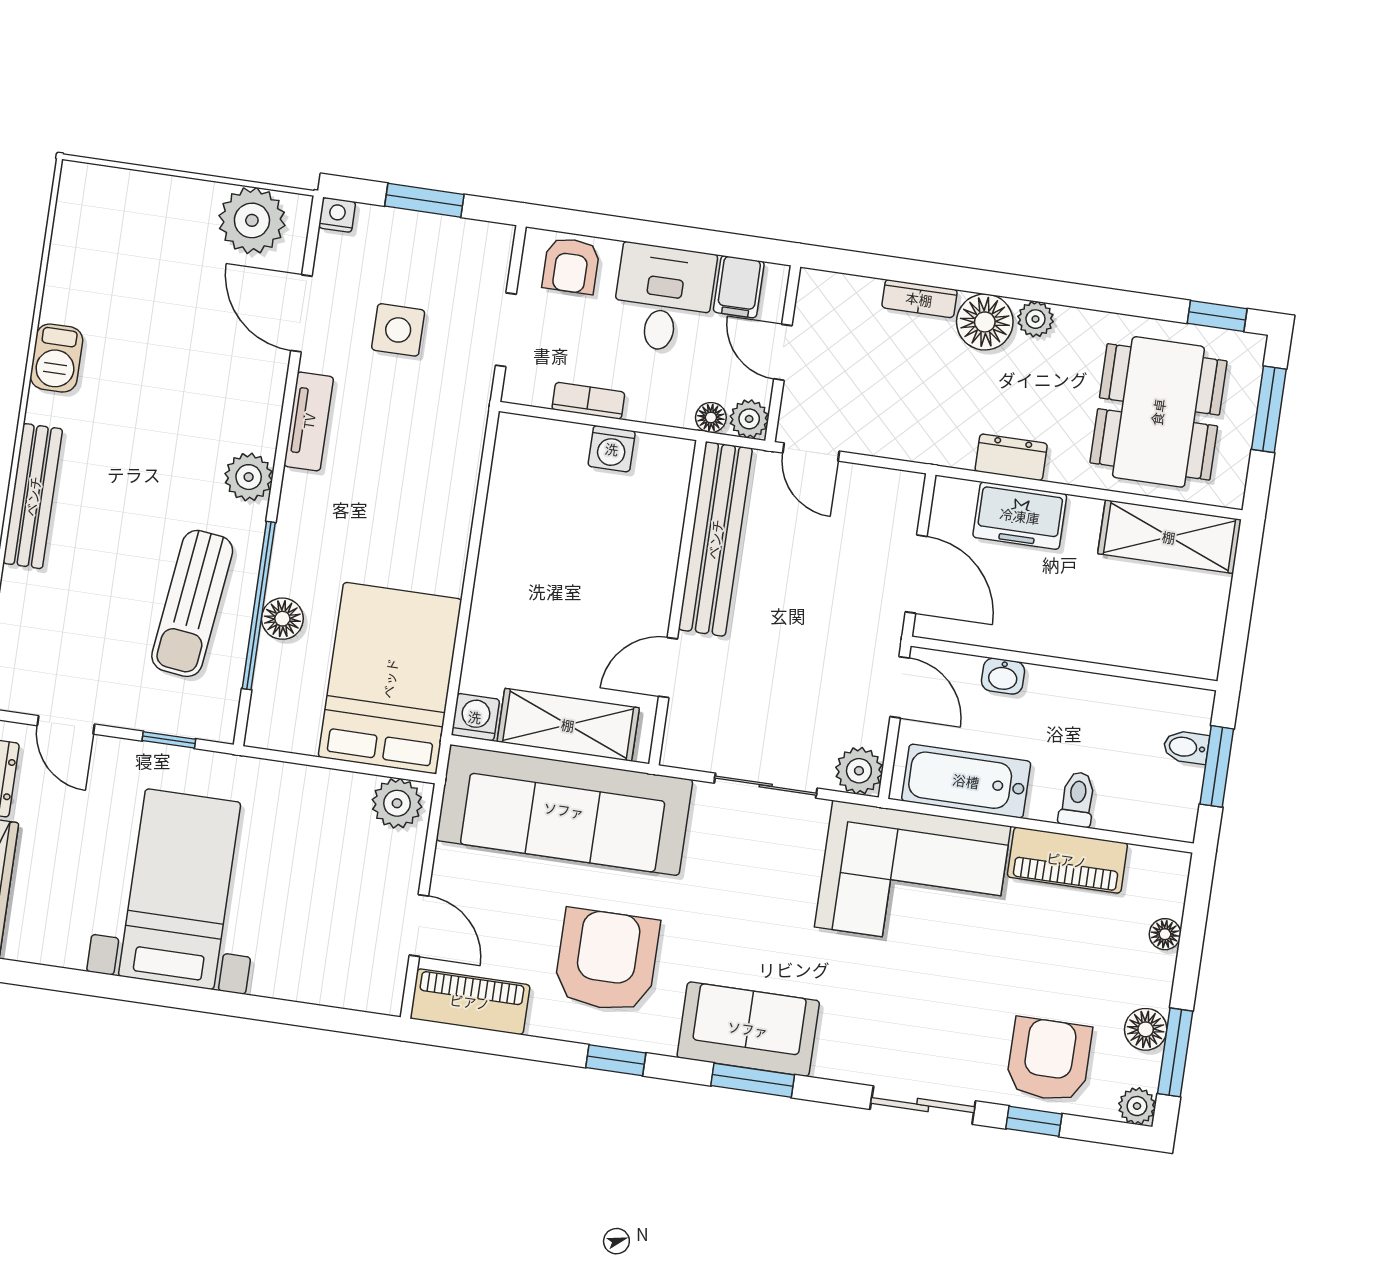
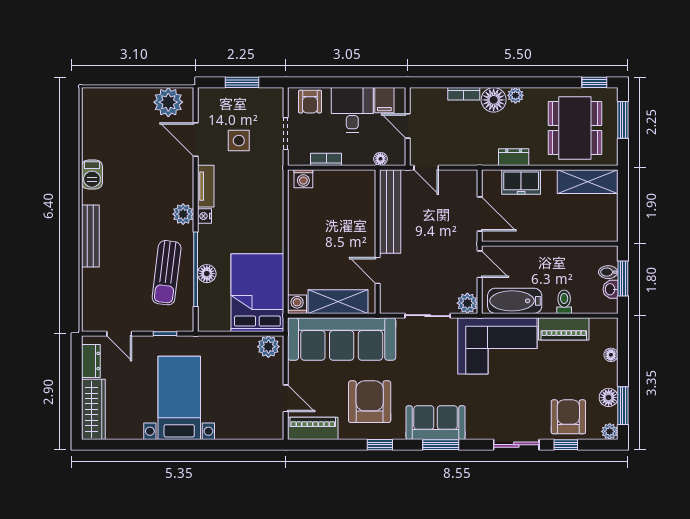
nightstand: (337, 215) -> (205, 216), moved, turned -90
plant: (749, 419) -> (397, 157), removed
washing machine: (612, 449) -> (303, 179), moved
door: (668, 668) -> (378, 270), hinge flipped
washbasin: (1003, 676) -> (610, 289), moved, turned 90

